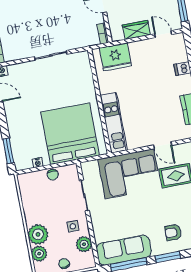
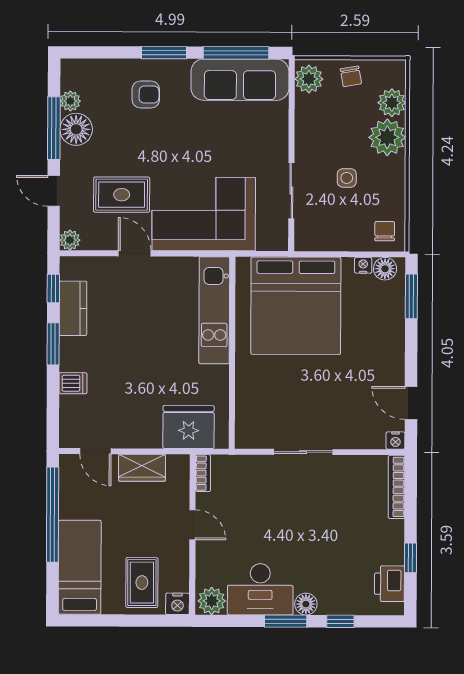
floor lamp: (26, 163) -> (385, 269), added
chair: (53, 175) -> (385, 231), moved
side table: (73, 226) -> (347, 178), moved
plant: (84, 244) -> (309, 79), moved

